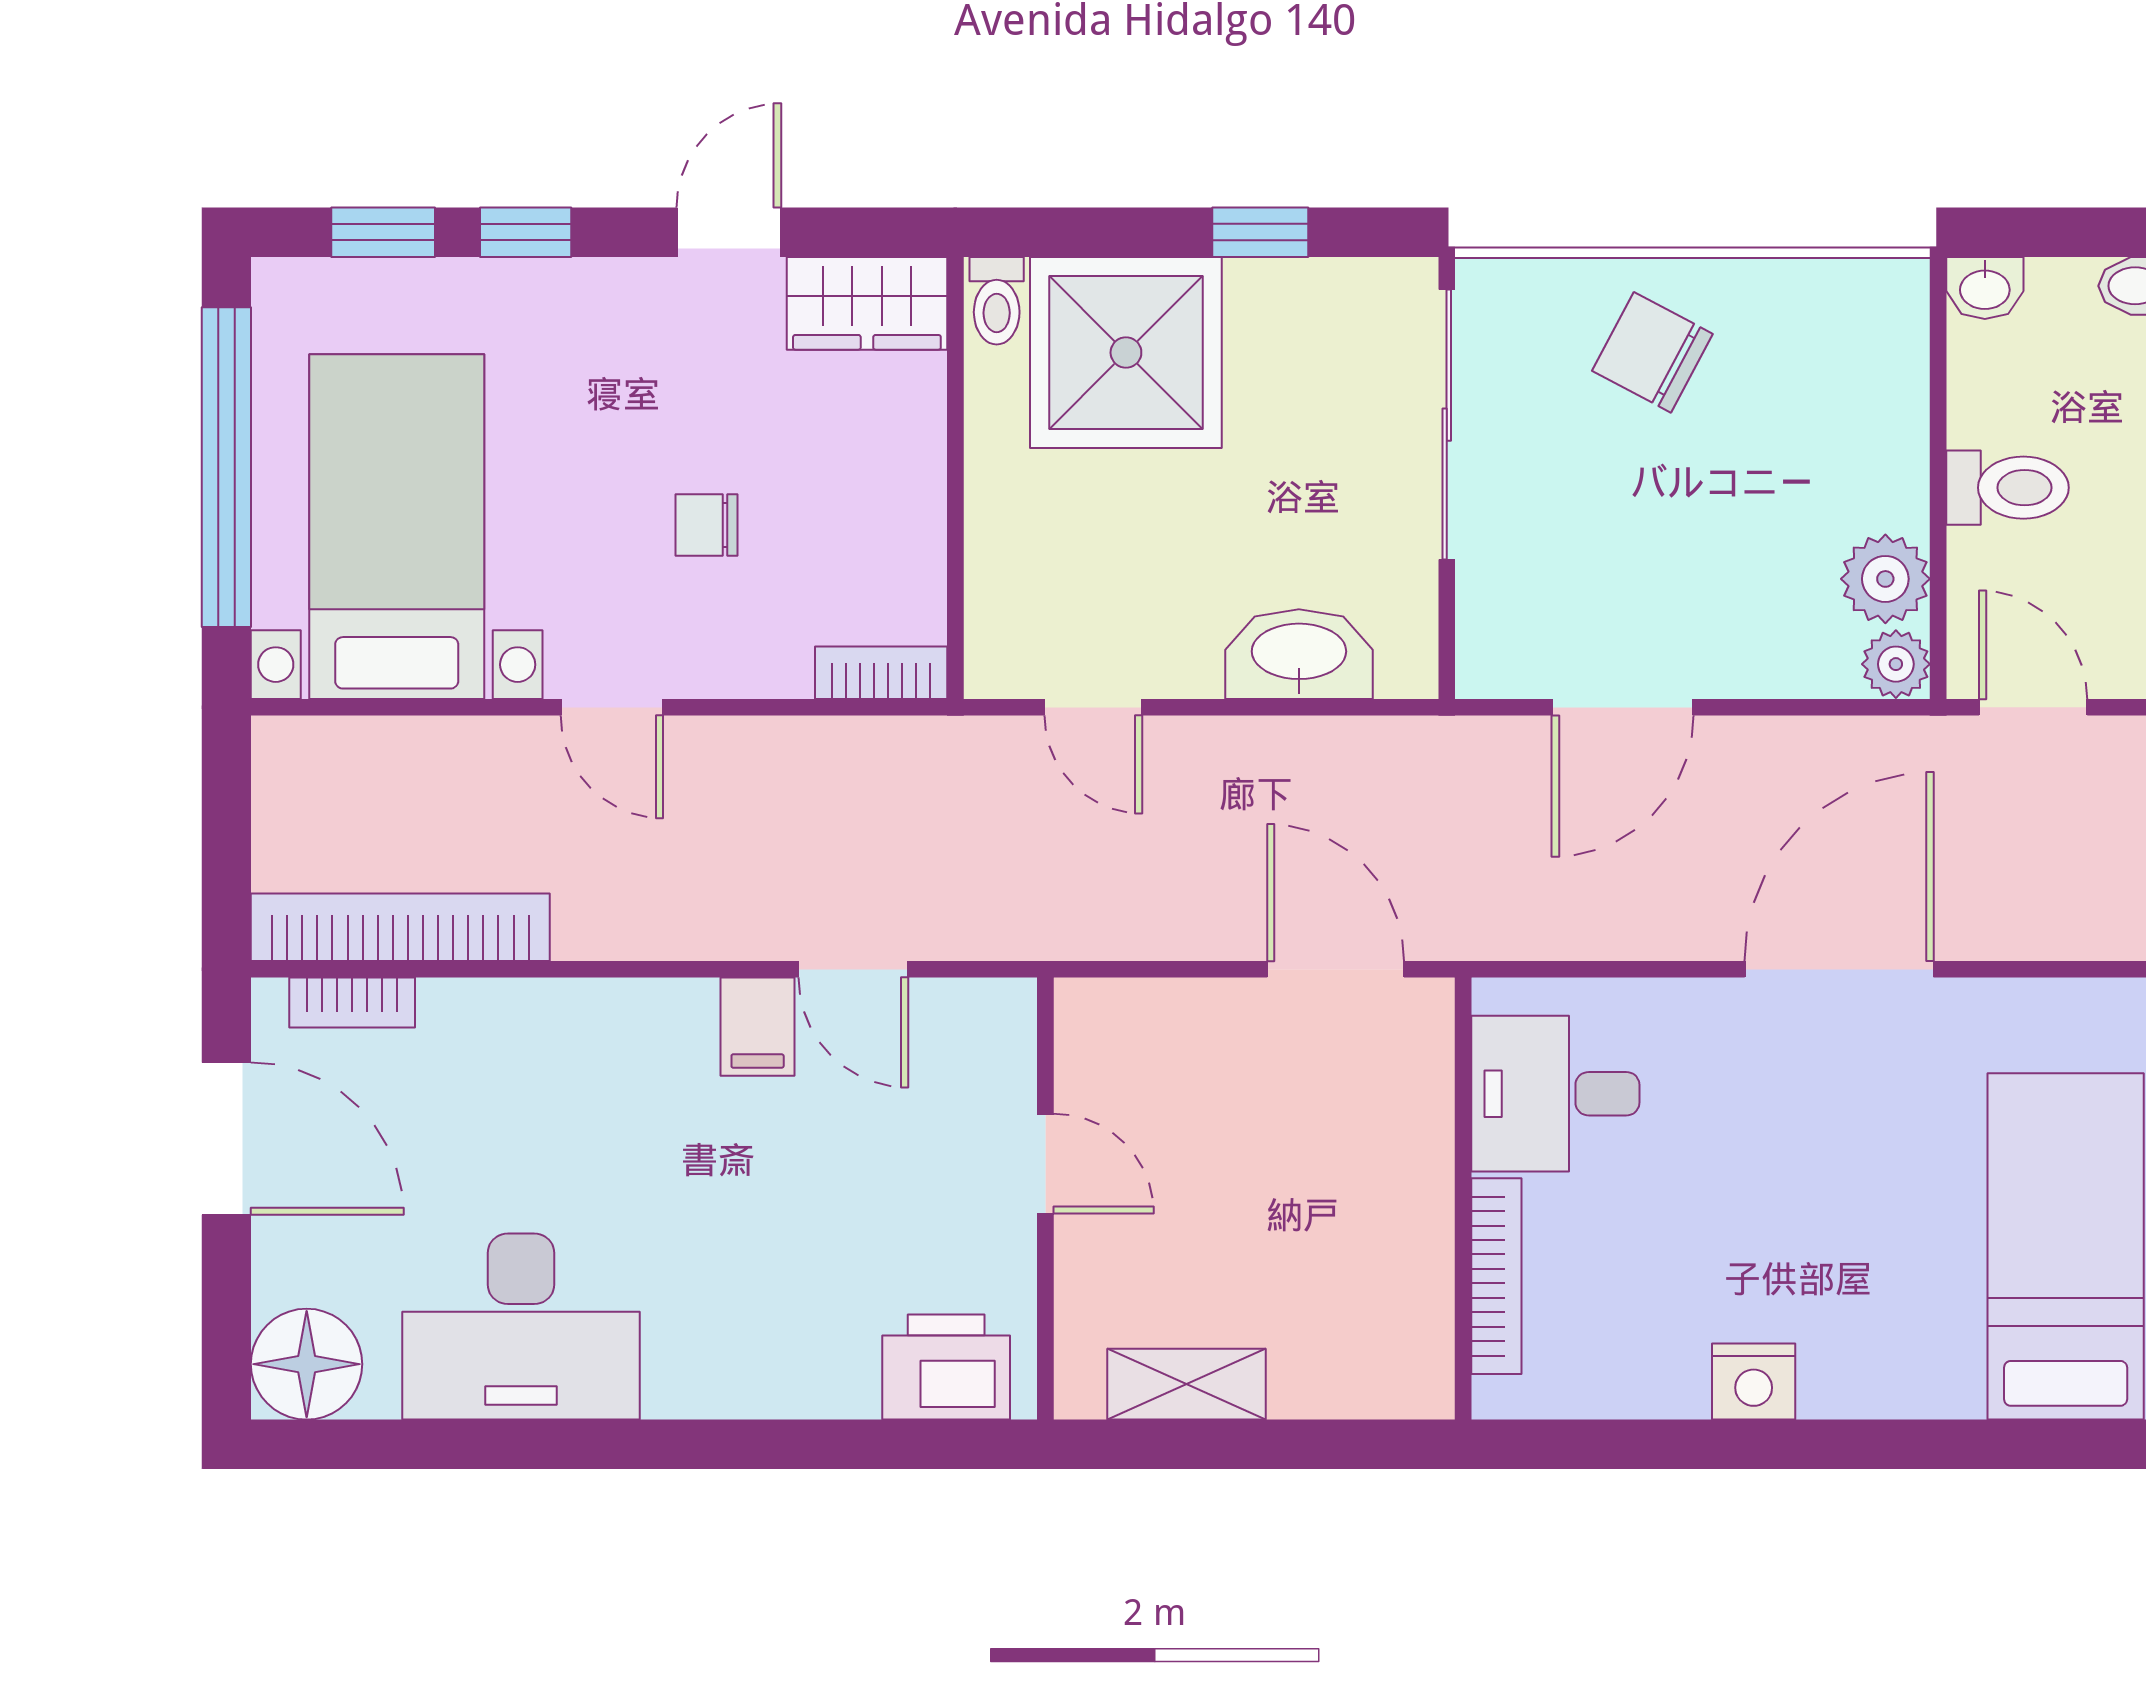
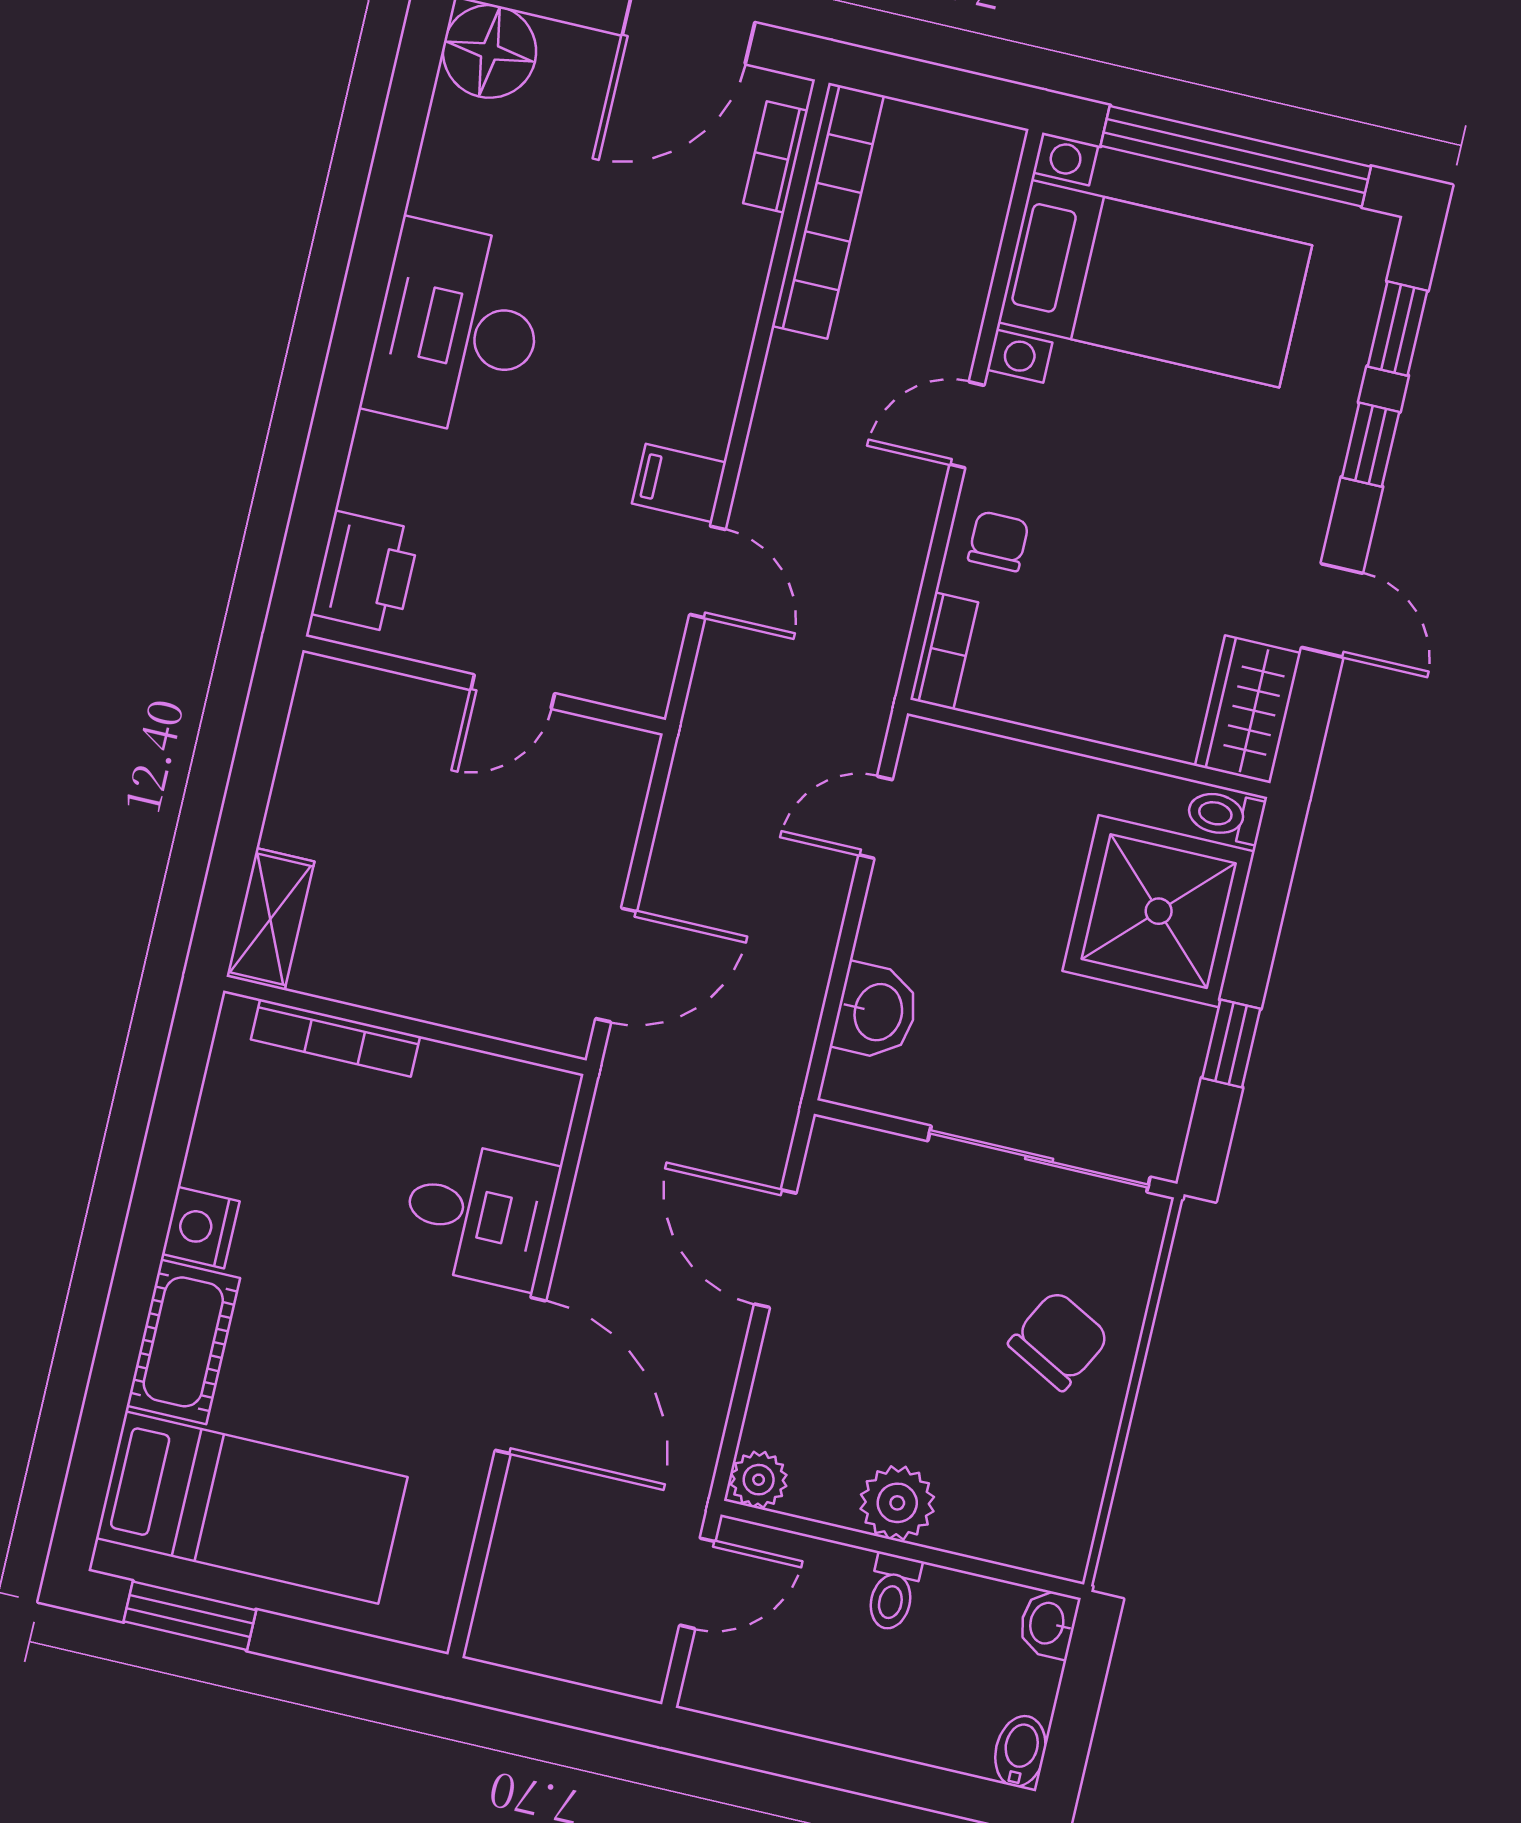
toilet: (2007, 488) -> (893, 1592), width x0.73, depth x0.72
chair: (707, 525) -> (998, 541), moved
plant: (1885, 579) -> (897, 1503), moved
washbasin: (1299, 654) -> (876, 1012), width x0.72
door: (853, 969) -> (708, 572), swing flipped
desk: (1555, 1094) -> (479, 1214), moved, turned 90
desk: (521, 1327) -> (457, 329), moved
cot: (1891, 1371) -> (183, 1342), added
shelving: (1186, 1384) -> (270, 919), moved

